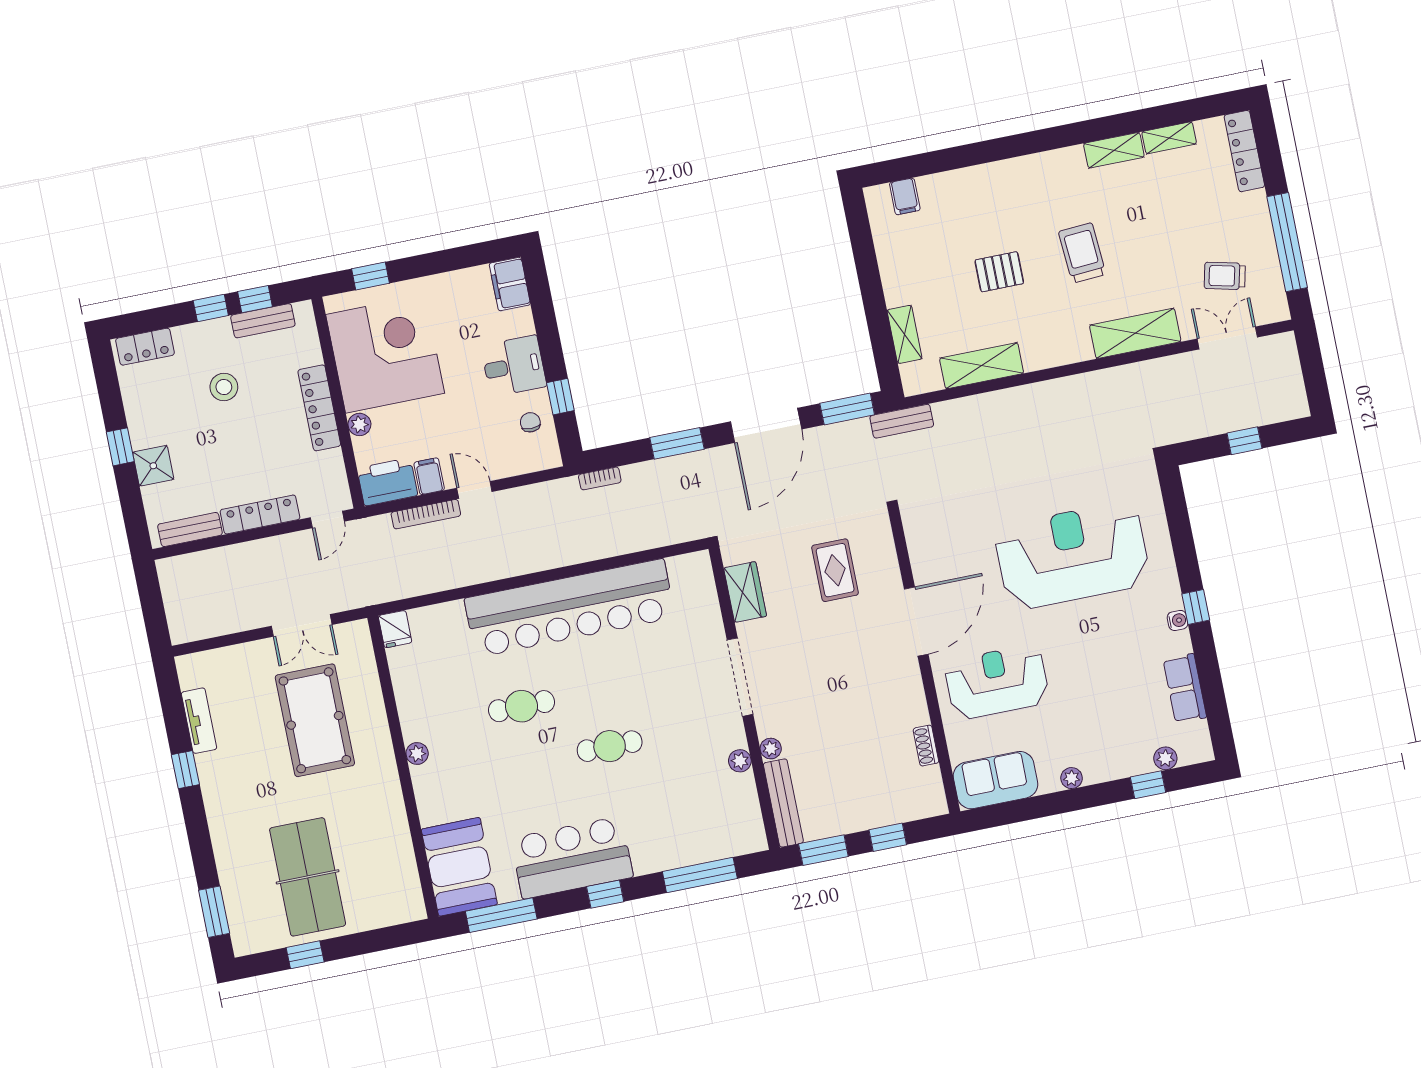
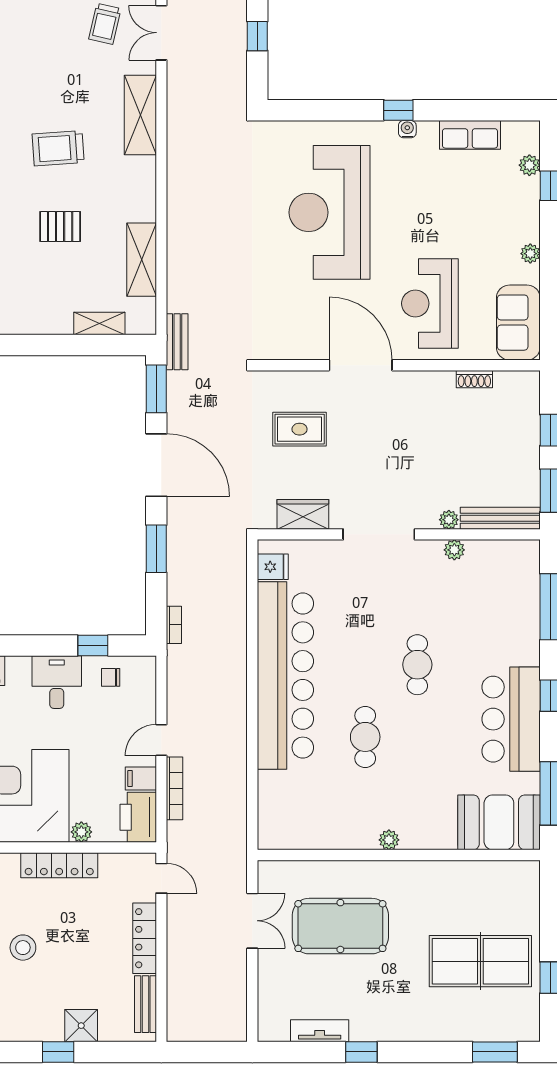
pallet: (999, 272) -> (60, 227), turned 90
fridge: (395, 629) -> (273, 567), moved

